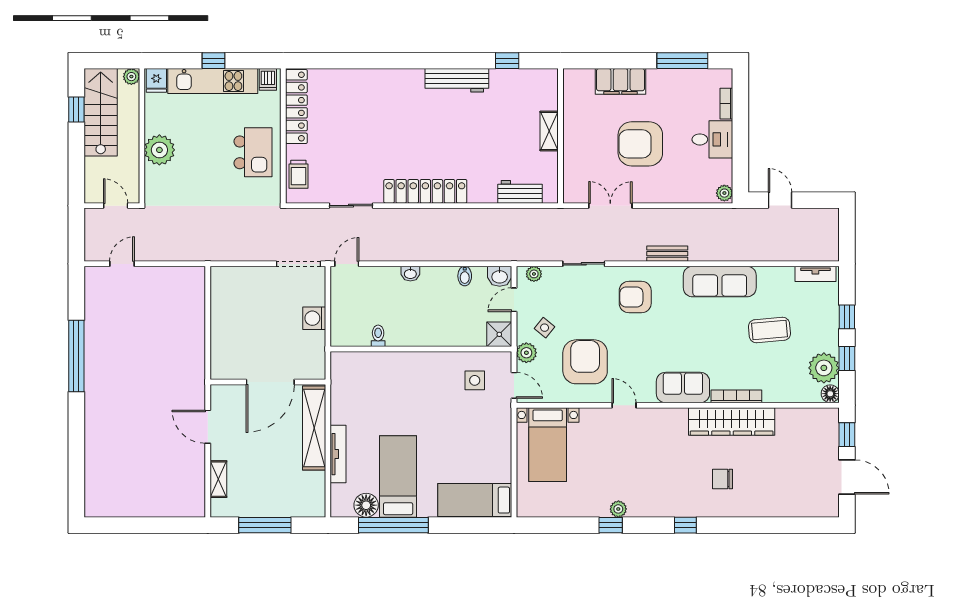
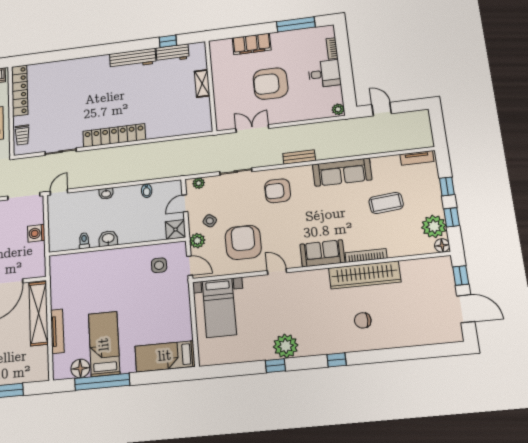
workbench: (520, 192) -> (172, 53), moved, turned 180
washbasin: (500, 276) -> (108, 238), moved, turned 180
plant: (618, 509) -> (286, 346), width x1.88, depth x1.88

